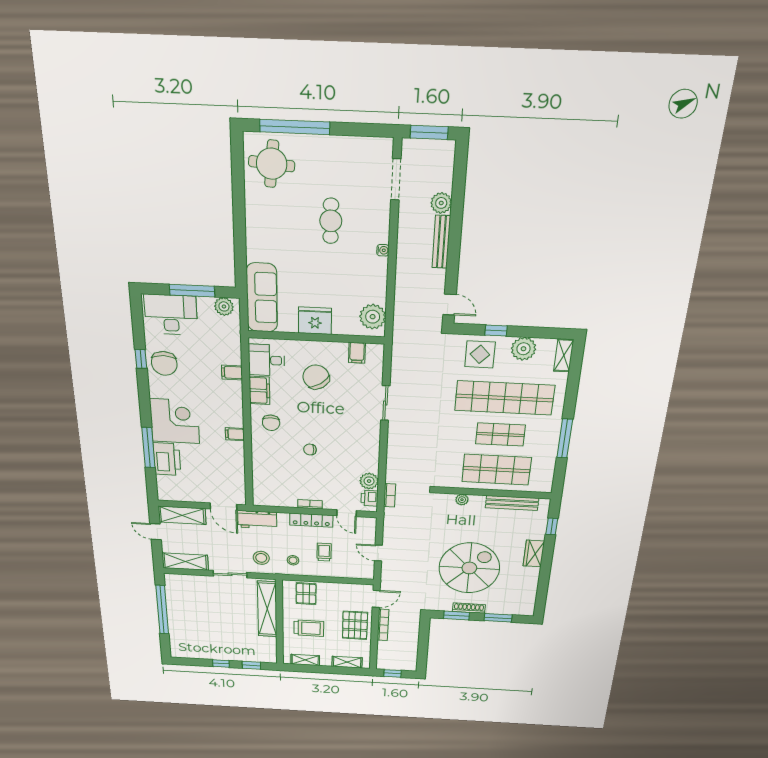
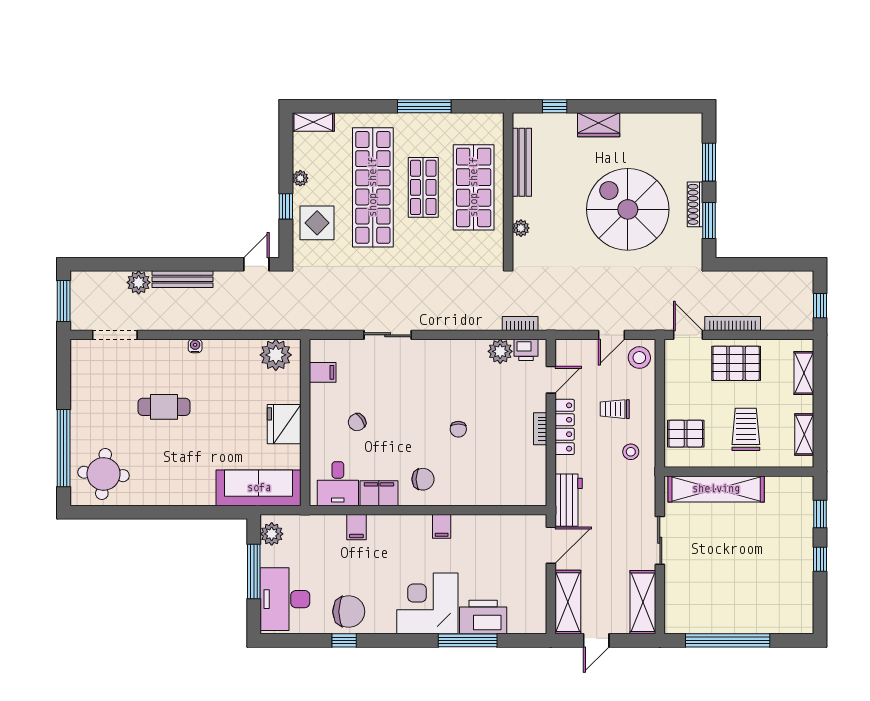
plant: (523, 349) -> (300, 178), width x0.53, depth x0.53
chair: (316, 377) -> (357, 422), width x0.54, depth x0.54
stool: (261, 558) -> (639, 358), moved

